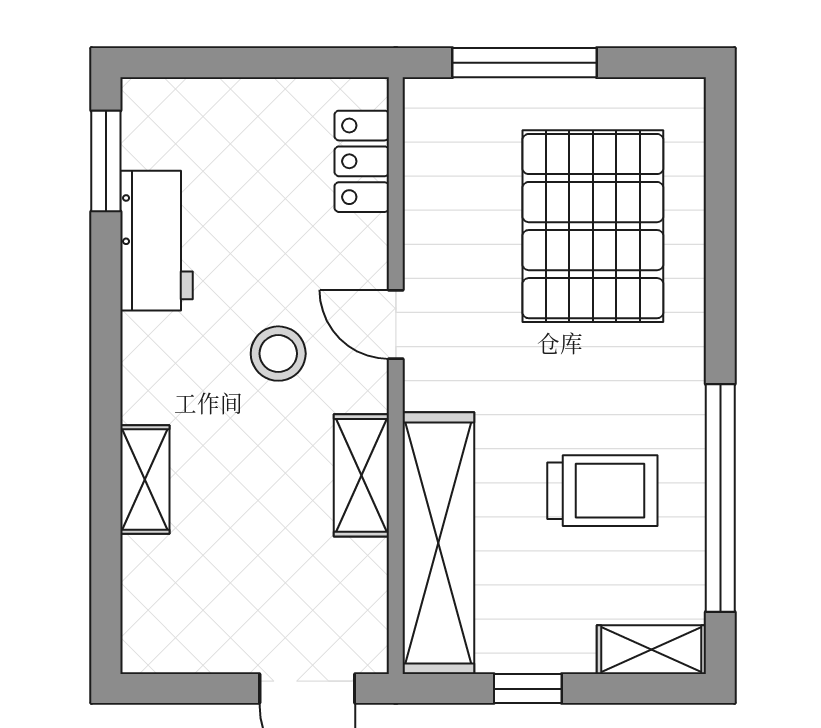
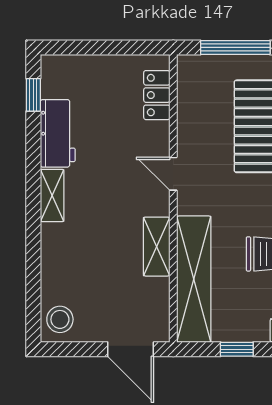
window: (106, 161) -> (33, 95), width x0.67
stool: (278, 354) -> (60, 319), moved
shelving: (145, 479) -> (52, 196), moved

